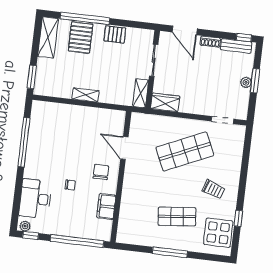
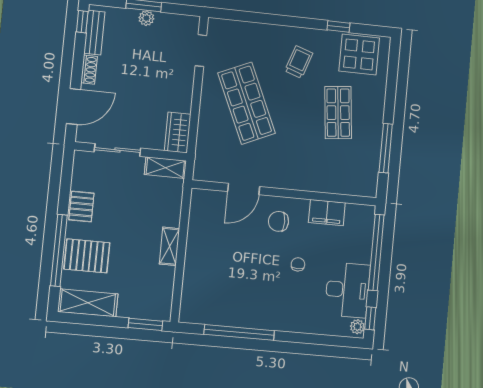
desk: (35, 199) -> (347, 290), moved, turned -90
window: (170, 252) -> (386, 148), moved

